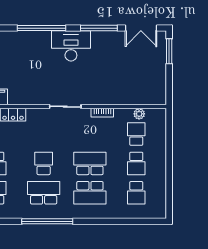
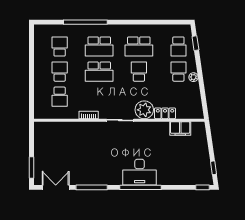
desk: (71, 46) -> (140, 172), moved
plant: (139, 114) -> (144, 110), moved, width x1.88, depth x1.88
school desk: (44, 163) -> (139, 72), turned 180
school desk: (90, 193) -> (99, 46), turned 180
window: (47, 221) -> (85, 22), moved

